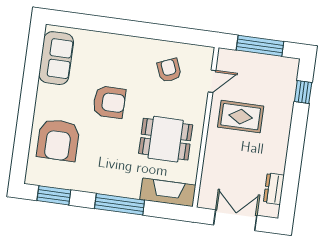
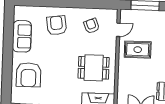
sofa: (56, 58) -> (22, 36), moved
armchair: (109, 102) -> (57, 25), moved, turned -98

